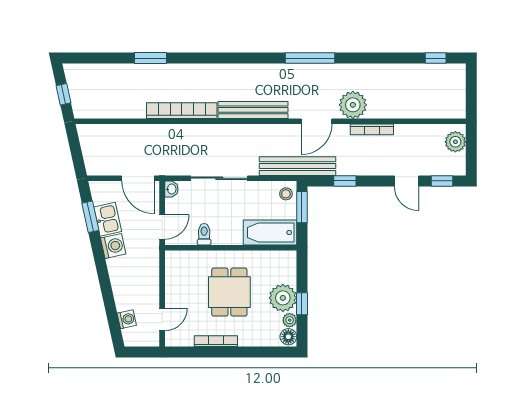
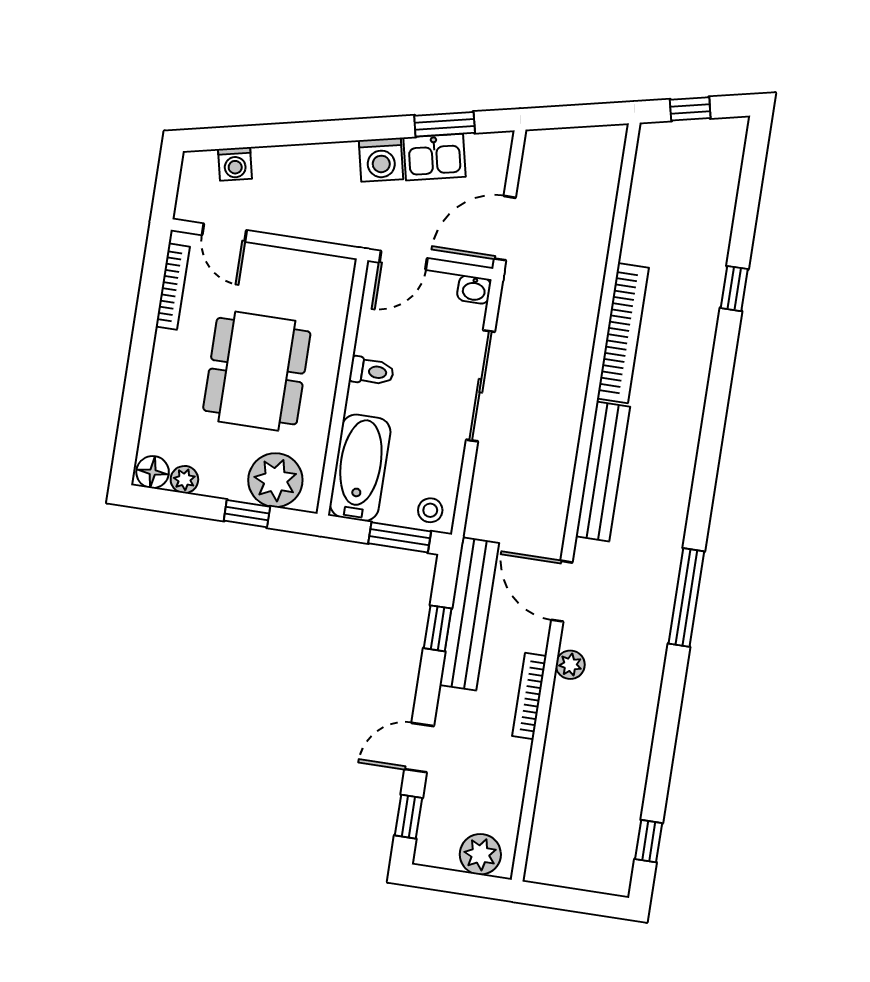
window: (151, 58) -> (734, 289), width x0.67
plant: (353, 105) -> (570, 665), width x0.53, depth x0.53
bench: (298, 166) -> (469, 614), moved
door: (162, 227) -> (403, 260), hinge flipped
toilet: (204, 234) -> (372, 371), moved
dining table: (229, 292) -> (257, 371), width x1.38
plant: (283, 298) -> (275, 480), moved
window: (302, 304) -> (247, 514), moved
bookcase: (216, 341) -> (173, 287), moved

